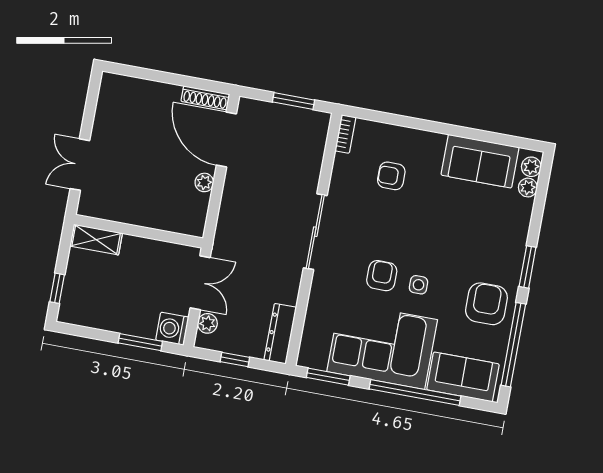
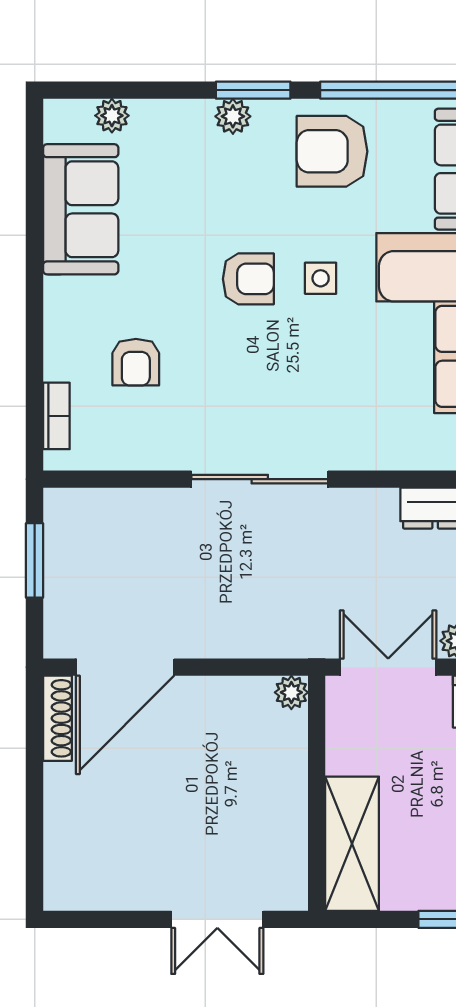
bookcase: (345, 134) -> (56, 416), moved, turned 90
plant: (531, 167) -> (233, 116), moved
plant: (204, 182) -> (291, 692), moved
shelving: (96, 240) -> (352, 844), width x1.50, depth x1.33
armchair: (382, 276) -> (248, 279), moved, turned 180

